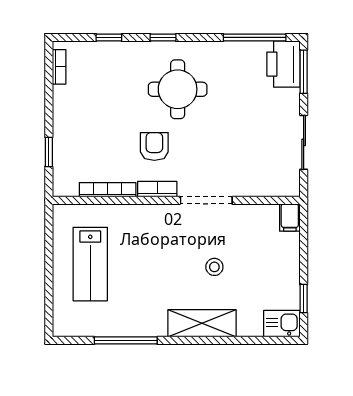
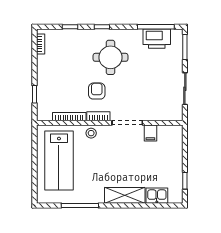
printer: (283, 64) -> (157, 39), moved, turned -90
filing cabinet: (290, 218) -> (150, 133), moved
lab bench: (90, 264) -> (59, 160), width x1.36, depth x1.39
stool: (214, 267) -> (91, 133), moved
kitchen sink: (282, 324) -> (157, 196), moved

